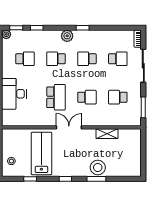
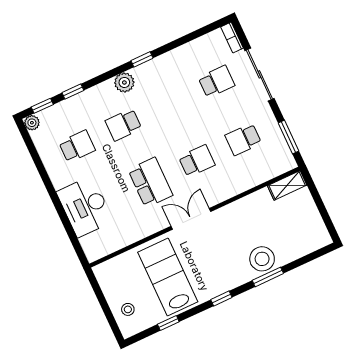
school desk: (87, 59) -> (170, 103), removed
shelving: (107, 134) -> (287, 185), moved

